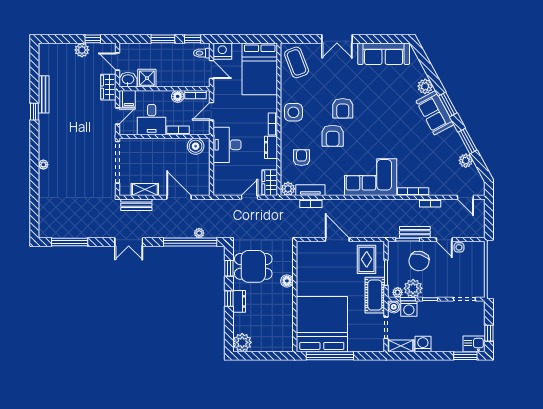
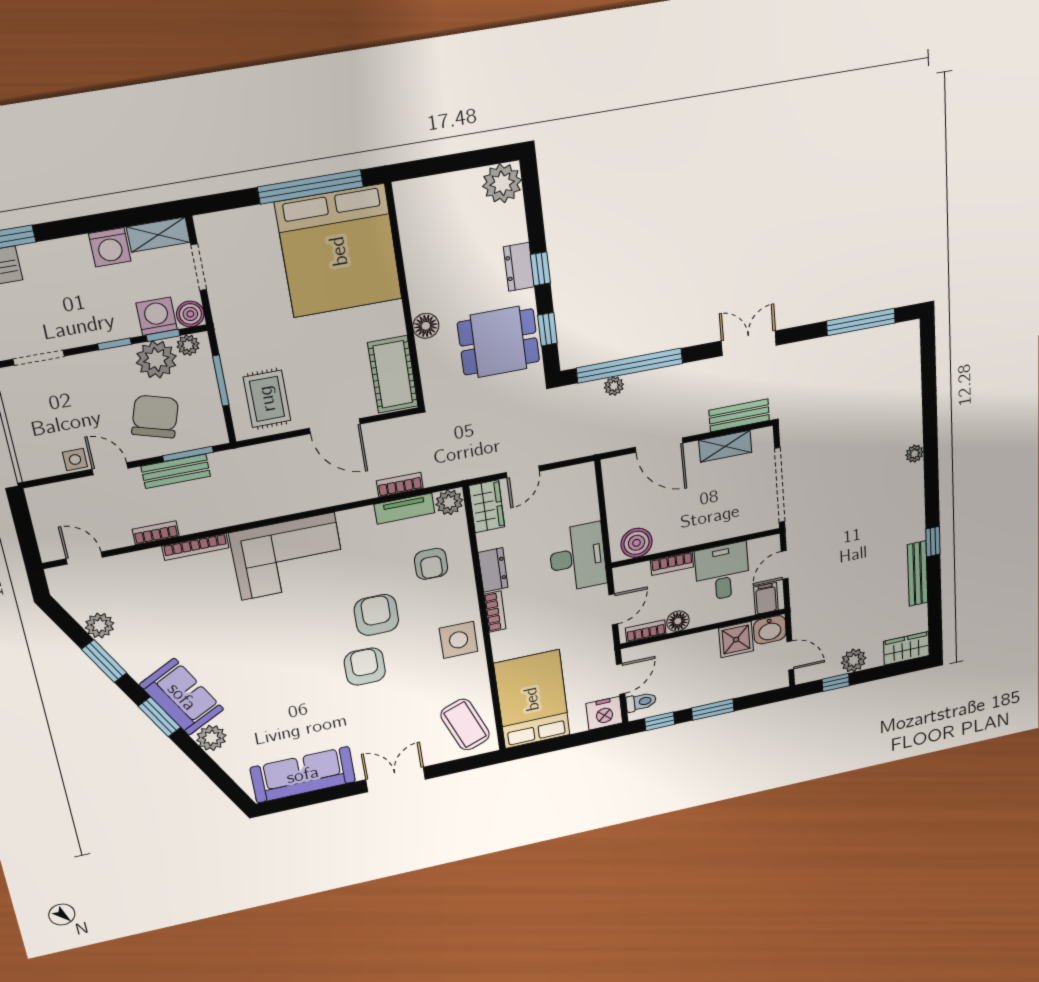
door: (211, 70) -> (621, 679), swing flipped
wardrobe: (108, 87) -> (906, 648), moved, turned -90
cot: (375, 295) -> (393, 374), moved

